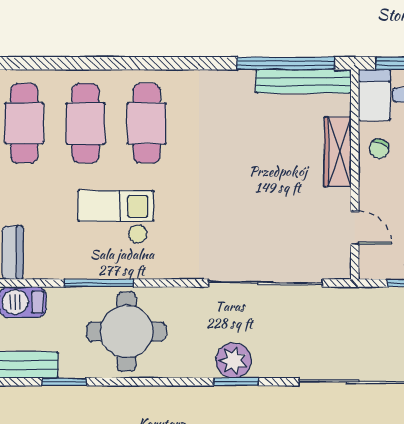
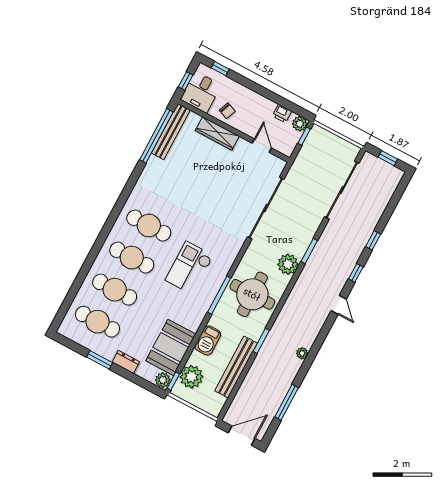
door: (355, 228) -> (262, 146), hinge flipped
plant: (233, 361) -> (288, 264), moved

